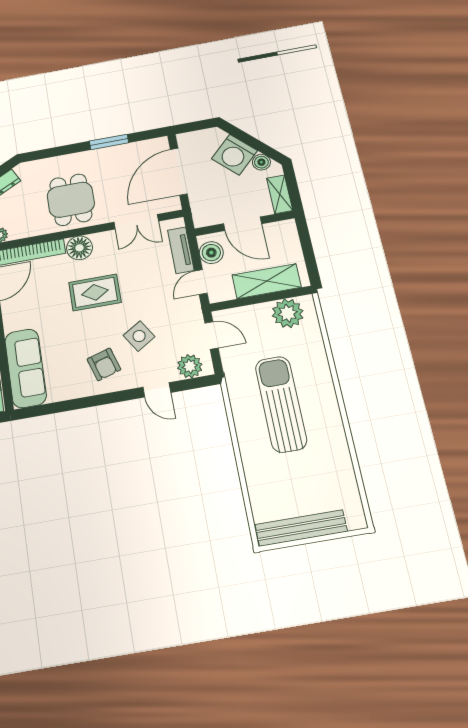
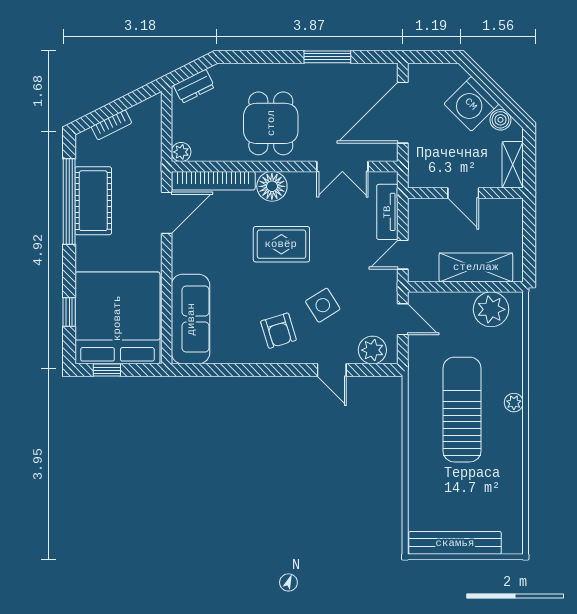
door: (242, 224) -> (463, 193), width x0.73
boiler: (211, 253) -> (421, 221), removed
plant: (327, 390) -> (514, 403), added

